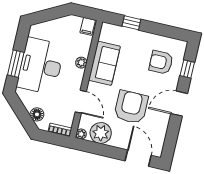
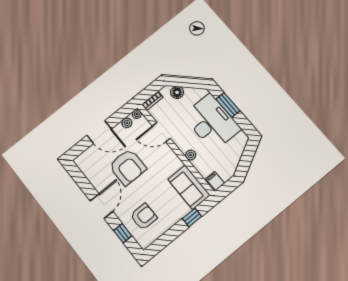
sofa: (104, 63) -> (189, 187), moved
plant: (101, 133) -> (127, 123), width x0.53, depth x0.53
door: (138, 158) -> (99, 132), moved

